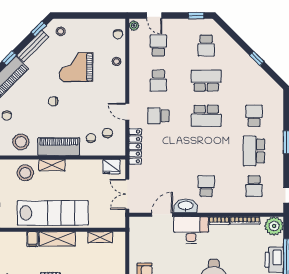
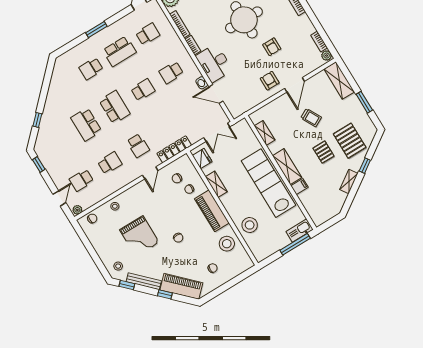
school desk: (206, 45) -> (143, 90), moved
window: (257, 58) -> (37, 120), moved
shelving: (52, 165) -> (216, 184), moved
washbasin: (186, 206) -> (202, 83), width x0.52, depth x0.69

